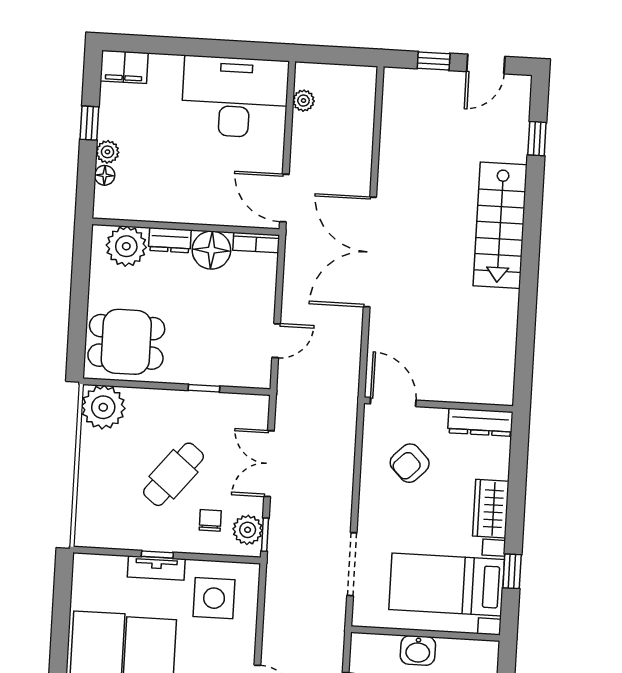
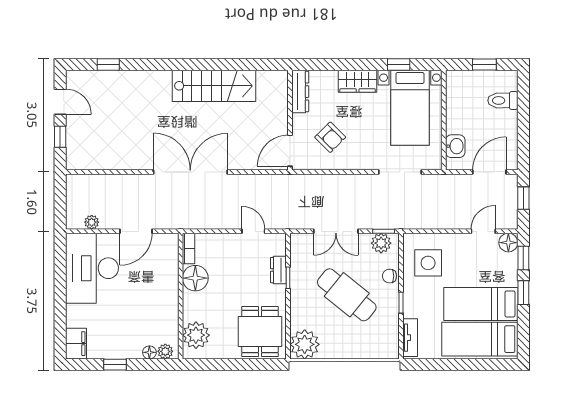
plant: (107, 152) -> (165, 351), moved
door: (284, 198) -> (136, 231), moved
stairs: (500, 225) -> (214, 86), moved
dresser: (170, 240) -> (278, 270), moved, turned 180
double door: (370, 252) -> (190, 172), swing flipped
cafe table: (174, 474) -> (347, 295), width x1.37, depth x1.35
chair: (210, 520) -> (389, 276), moved
tv unit: (156, 568) -> (410, 338), moved
washbasin: (418, 650) -> (455, 146), moved

